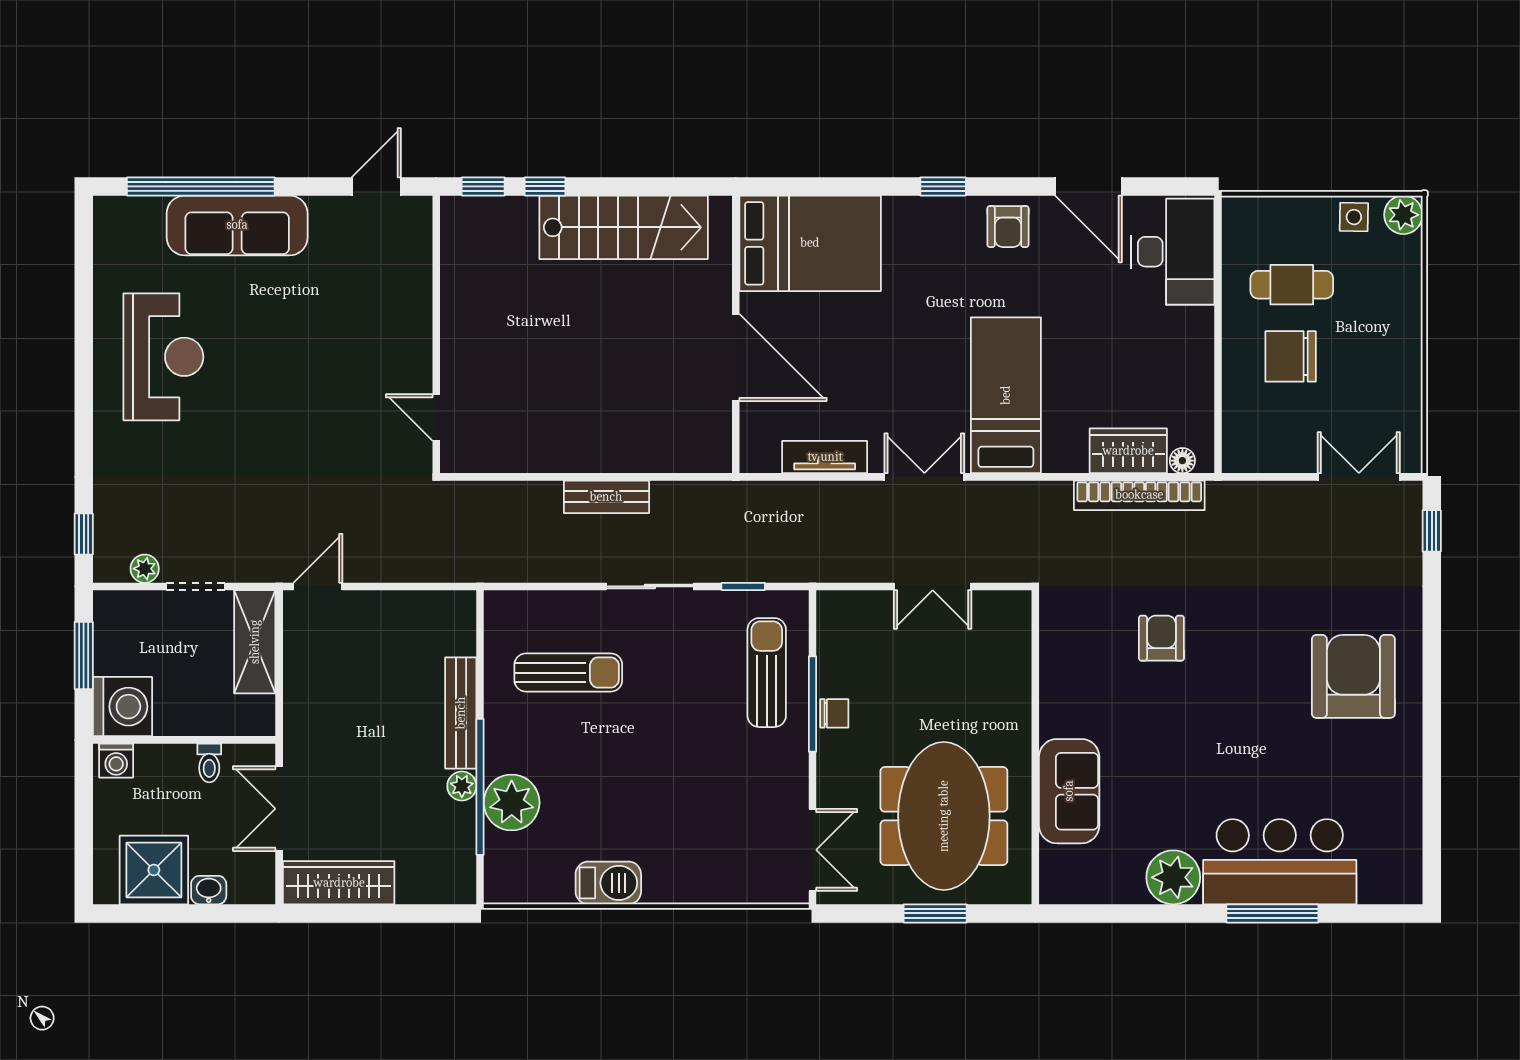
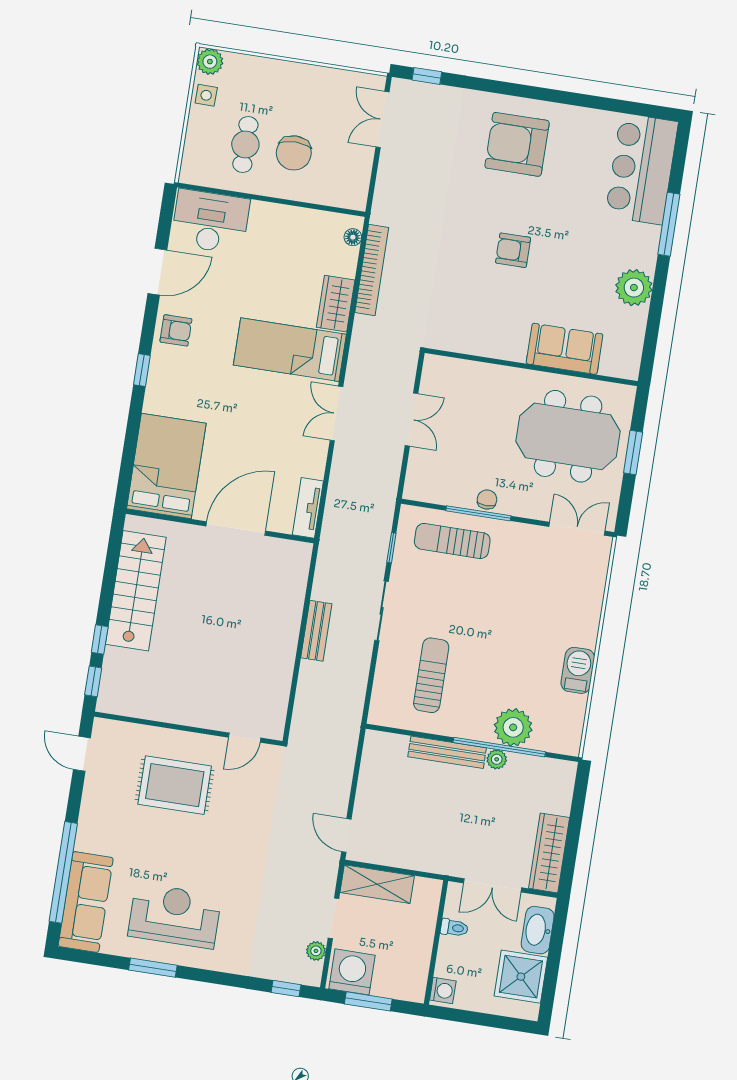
sofa: (237, 225) -> (86, 902), moved
rug: (352, 327) -> (175, 785), added
window: (84, 337) -> (153, 968), added
wardrobe: (1128, 451) -> (336, 304), moved
tv unit: (825, 457) -> (308, 508), moved
armchair: (1161, 638) -> (513, 250), moved
washing machine: (122, 707) -> (352, 972), moved
bar counter: (1280, 862) -> (642, 169), moved
washbasin: (209, 890) -> (538, 930), width x1.91, depth x1.45

